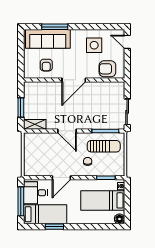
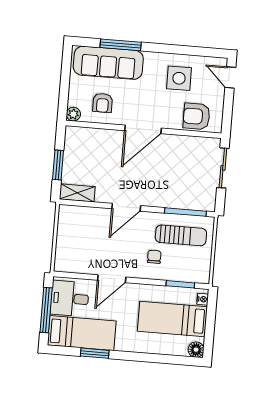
plant: (28, 74) -> (73, 114), added
sliding door: (127, 112) -> (223, 168), moved
door: (67, 131) -> (126, 207), hinge flipped

